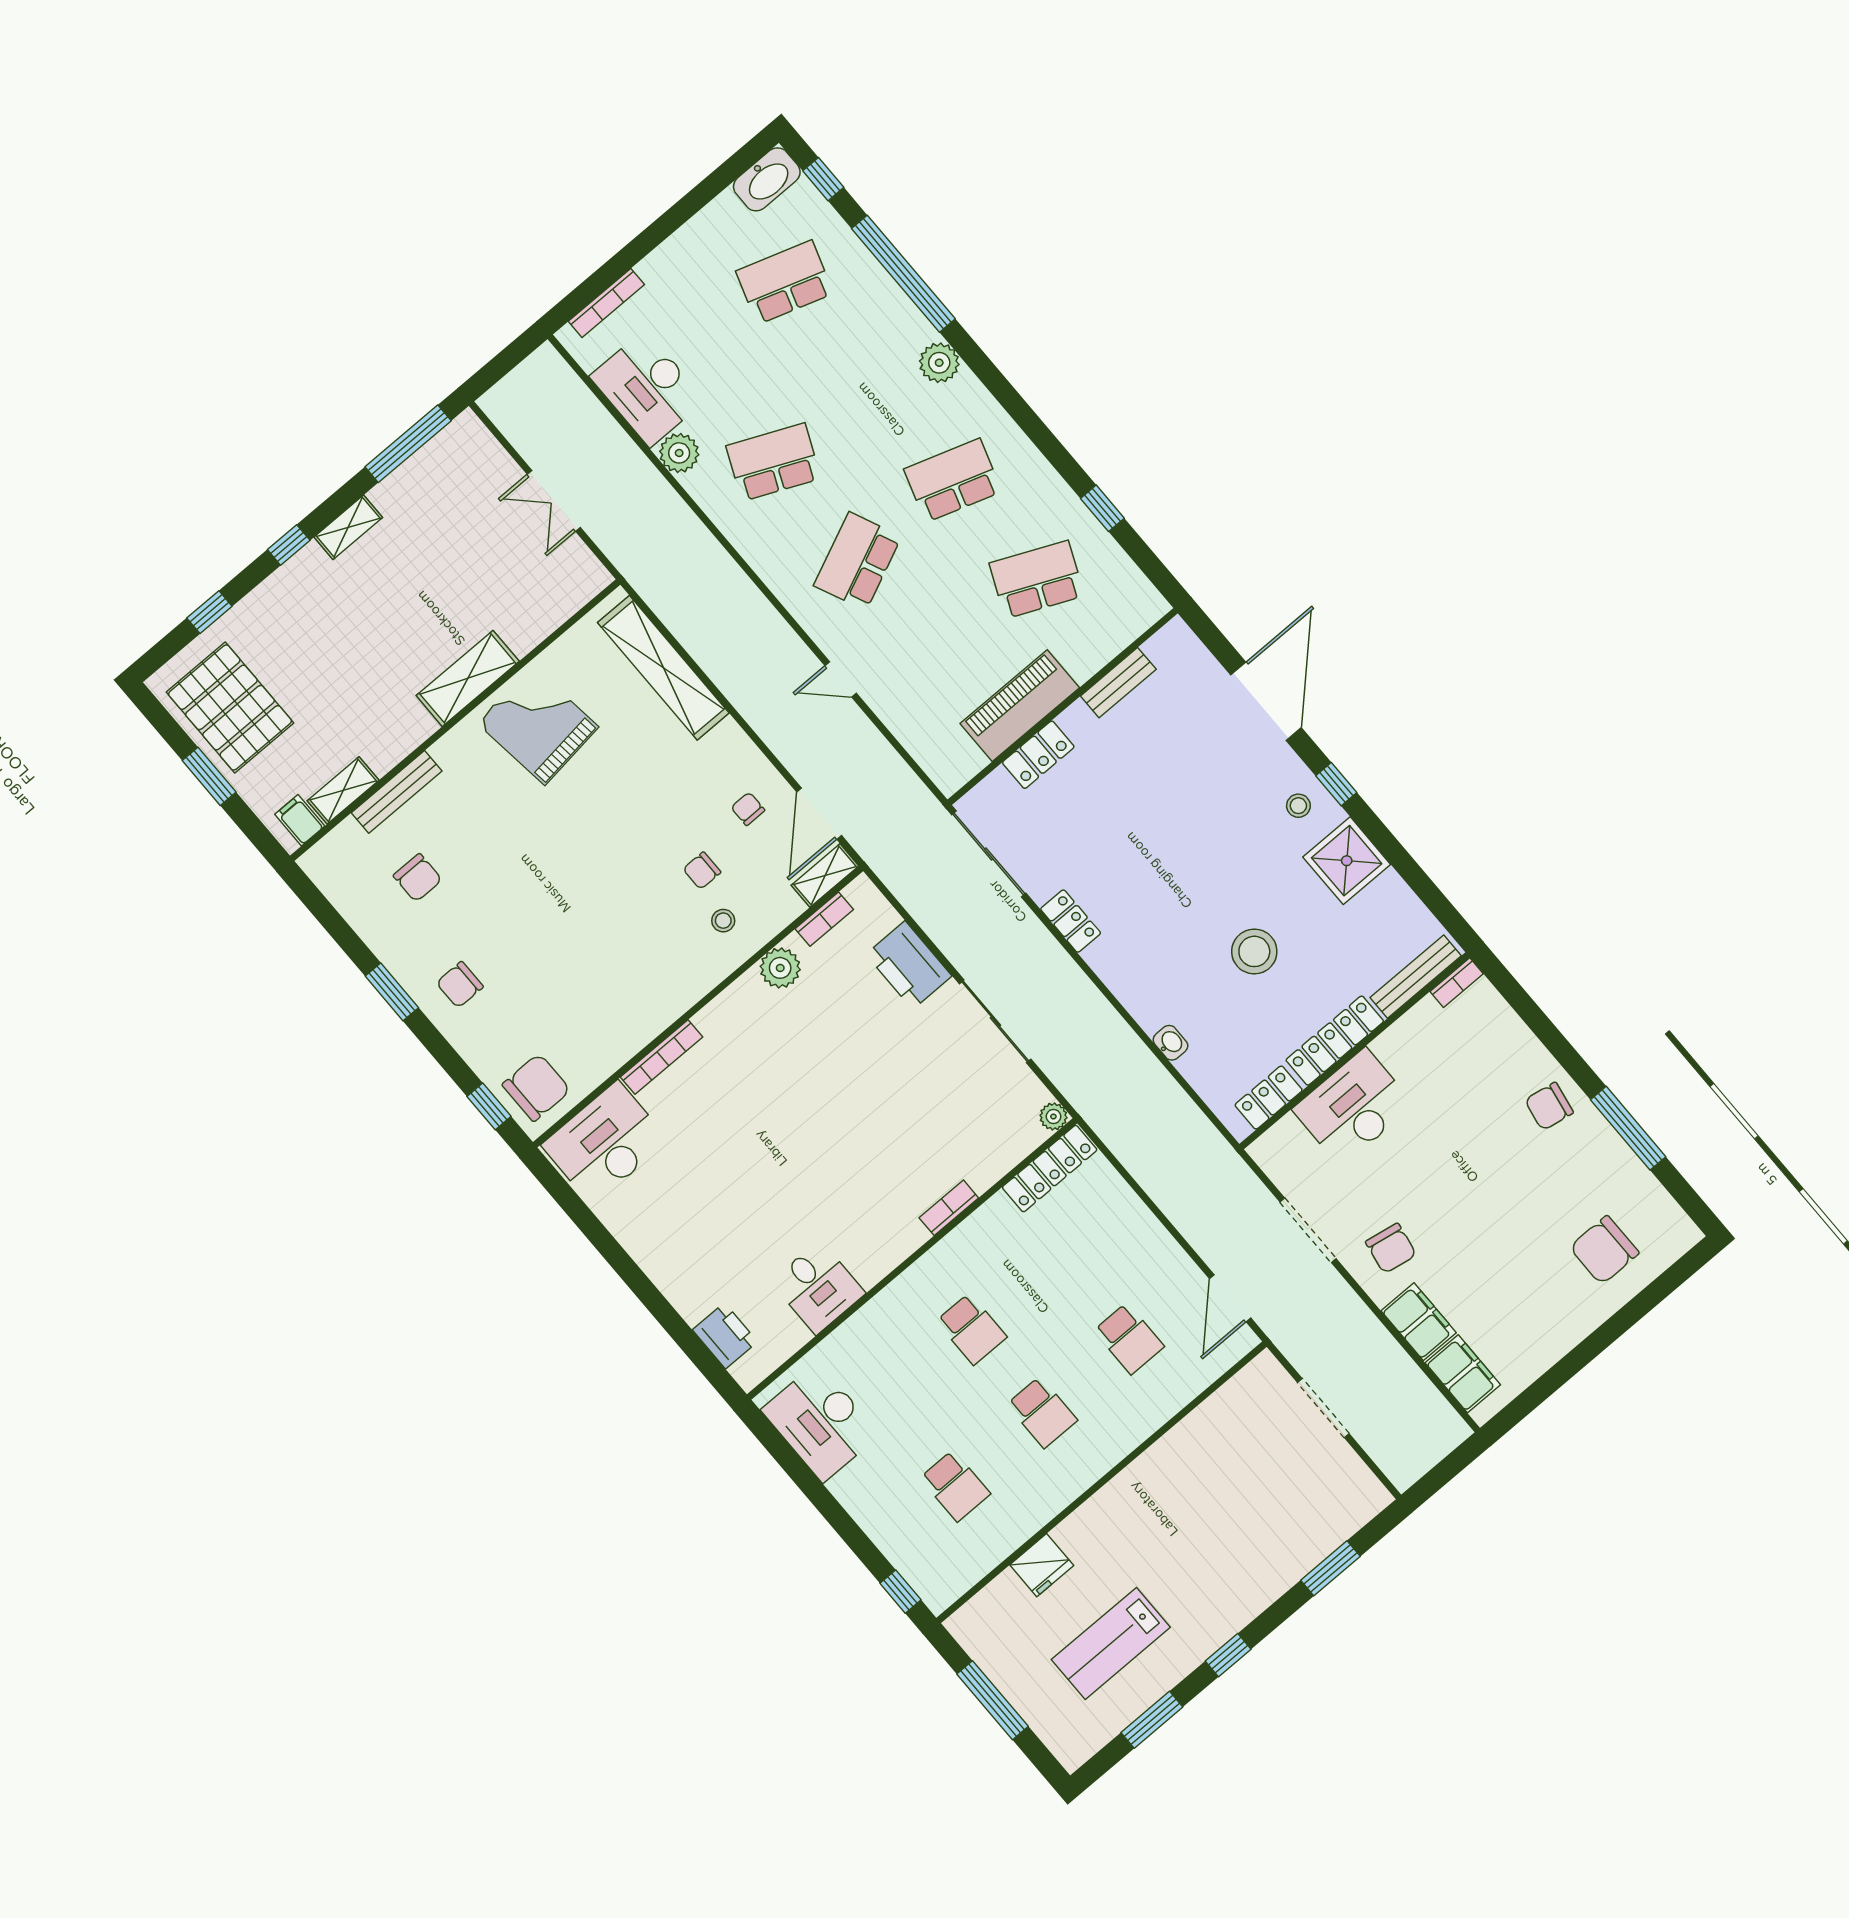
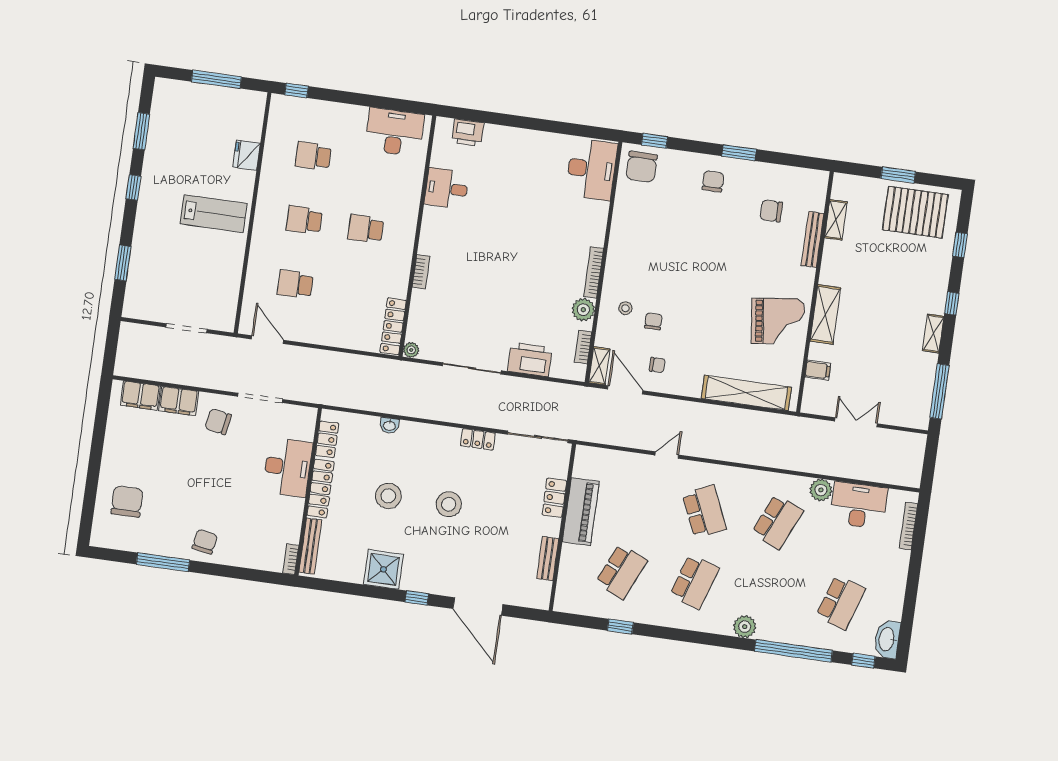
stool: (1298, 806) -> (449, 504), moved, width x1.89, depth x1.89
filing cabinet: (300, 820) -> (818, 370), moved
bookcase: (661, 1057) -> (594, 272), moved
lab bench: (1111, 1643) -> (214, 214), moved, turned 90

